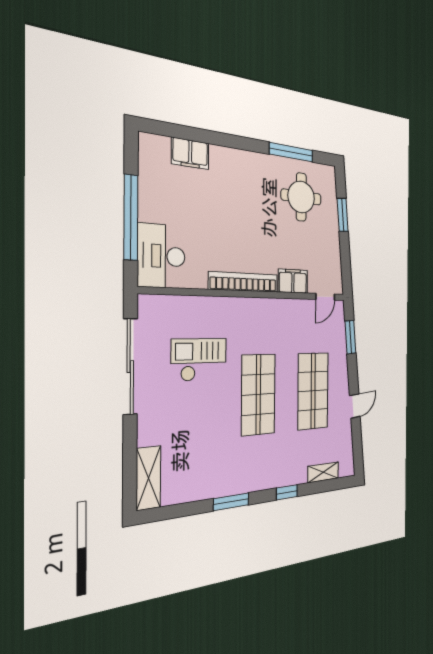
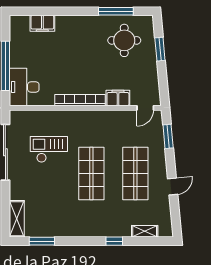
window: (231, 502) -> (42, 241), moved

